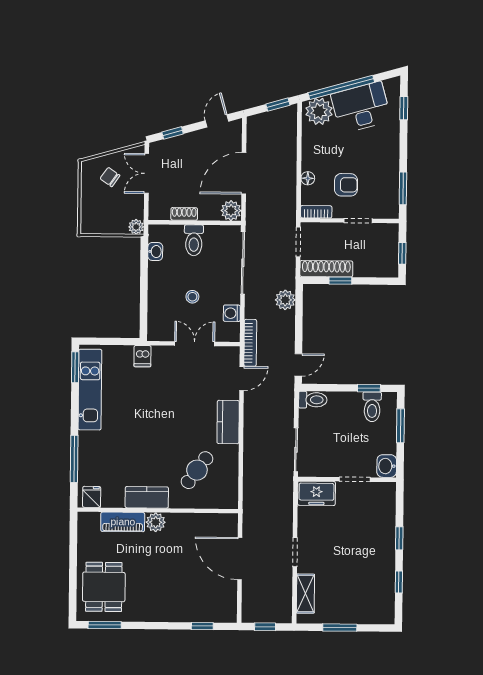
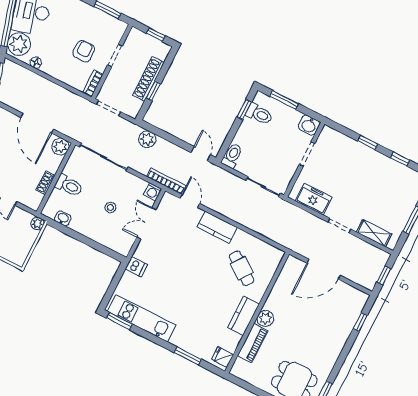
floor lamp: (308, 178) -> (36, 63), moved
shoe rack: (326, 269) -> (148, 79), moved
washing machine: (232, 313) -> (152, 192), moved
window: (74, 459) -> (188, 356), width x0.69
freezer: (316, 493) -> (314, 199), moved, turned -90

